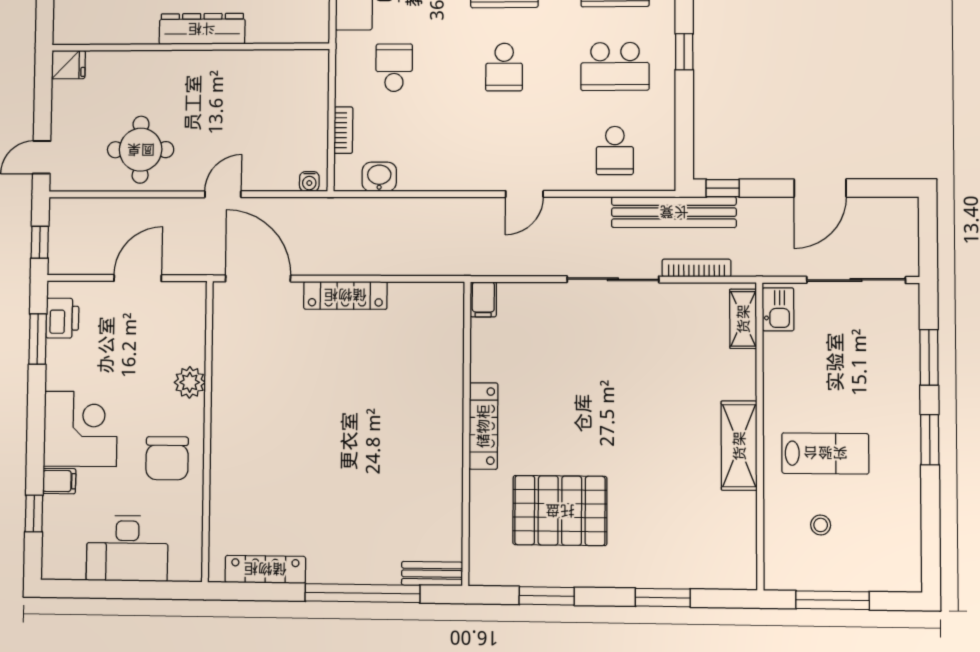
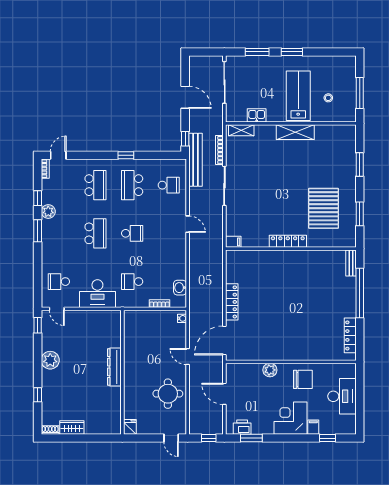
school desk: (615, 66) -> (132, 185), turned 180
kitchen sink: (778, 309) -> (257, 115), moved
lab bench: (825, 453) -> (298, 96), width x1.36, depth x1.39

